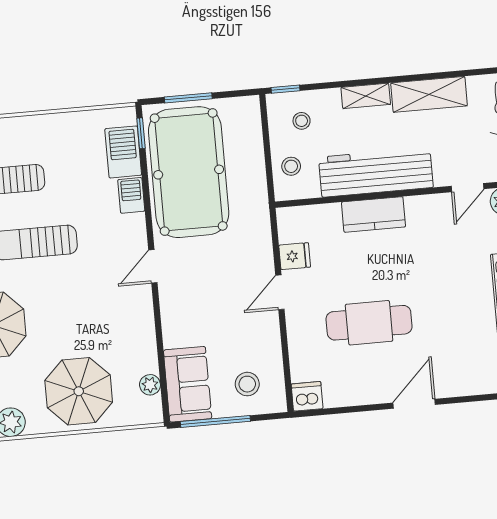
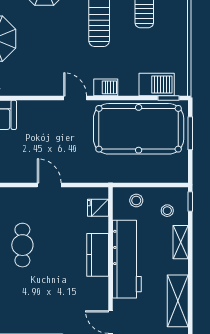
shelving: (366, 96) -> (181, 242), moved
barbecue: (131, 195) -> (106, 87), moved
fridge: (295, 256) -> (98, 208), moved, turned 90
cafe table: (369, 323) -> (22, 245), width x0.73, depth x0.74

